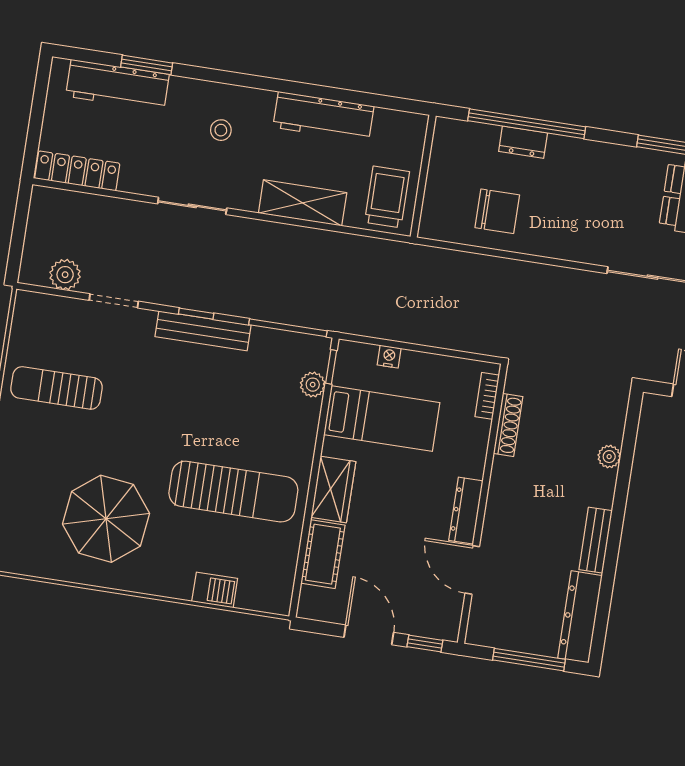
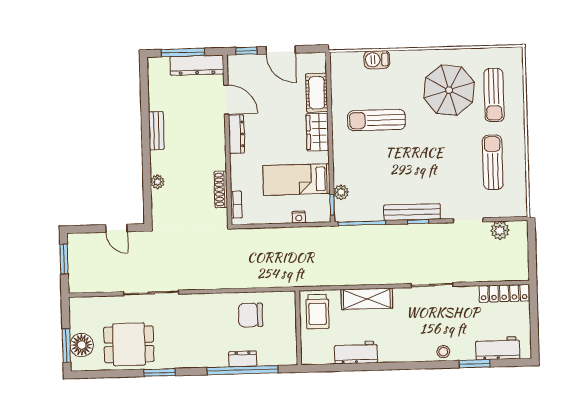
workbench: (117, 85) -> (498, 348), width x0.73
workbench: (323, 117) -> (356, 352), width x0.73
stool: (221, 130) -> (443, 352), moved
sun lounger: (57, 388) -> (493, 162), turned -90
sun lounger: (233, 492) -> (377, 120), width x0.73, depth x0.75
sun lounger: (34, 497) -> (494, 95), added
dresser: (580, 617) -> (197, 65), moved, turned 90

